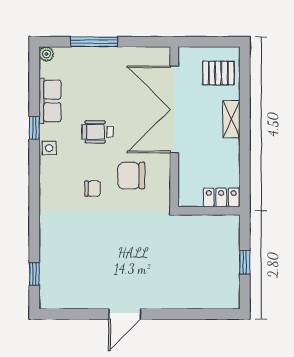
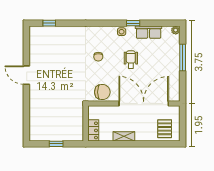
shelving: (231, 119) -> (124, 136), moved
chair: (131, 176) -> (102, 92), moved, turned 90

